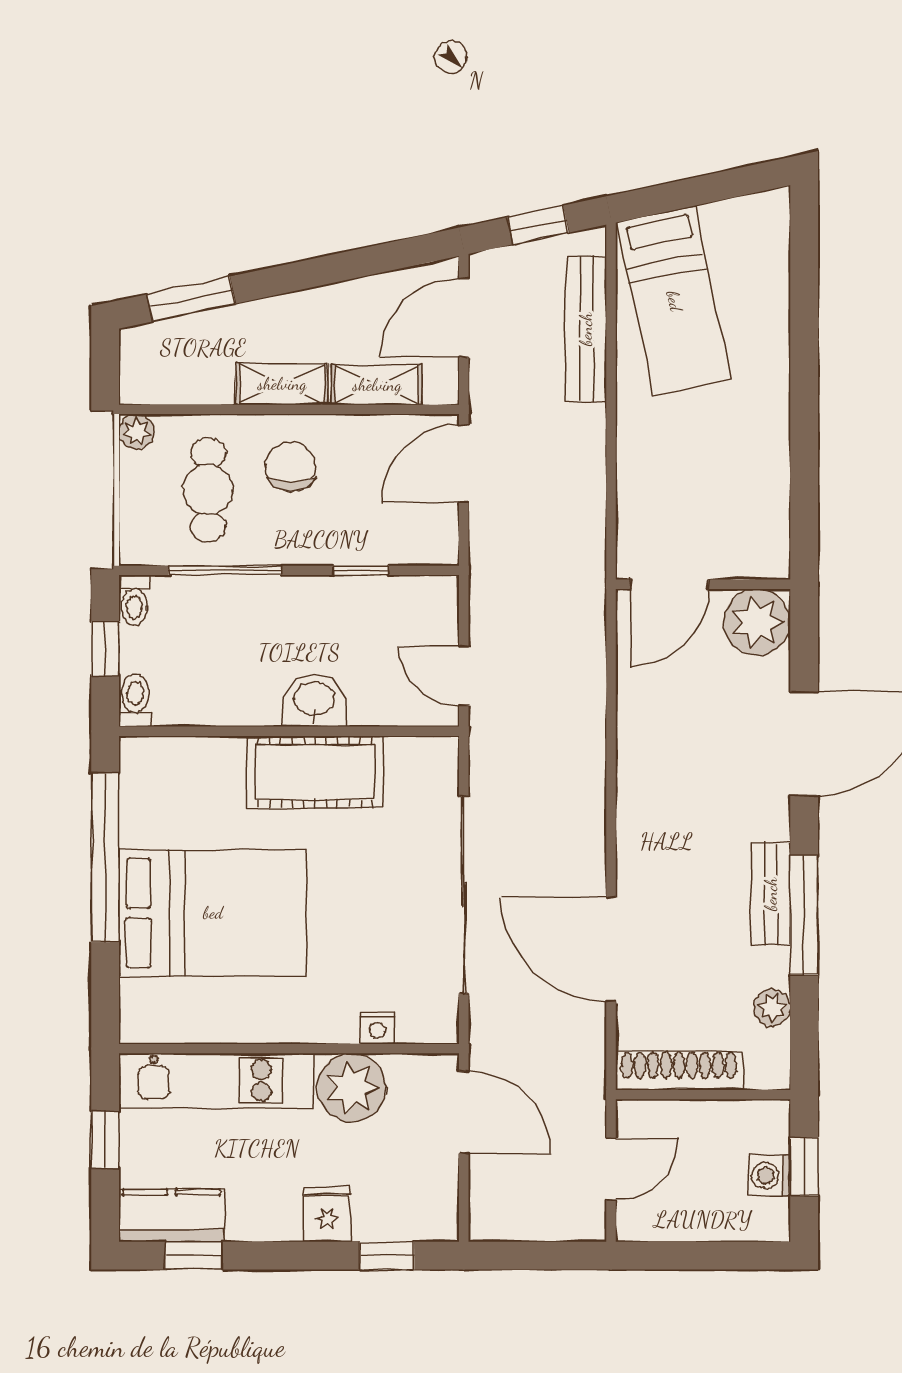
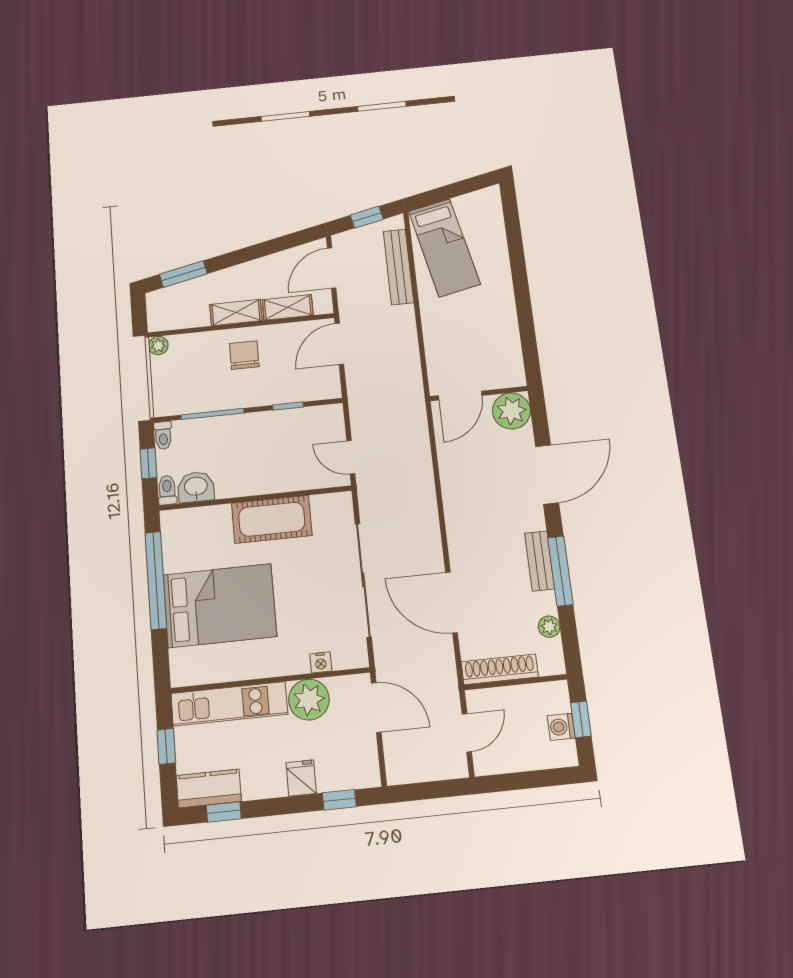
cafe table: (208, 490) -> (200, 372), removed
washbasin: (314, 700) -> (196, 487), moved

